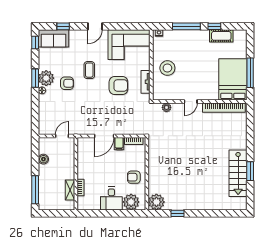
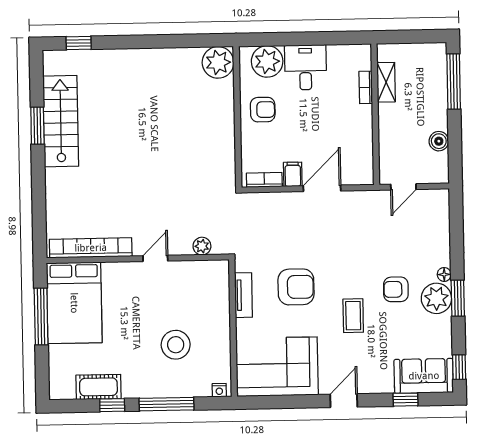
stool: (167, 68) -> (176, 345), moved
armchair: (118, 85) -> (296, 287), turned 180
window: (178, 213) -> (79, 43), moved

